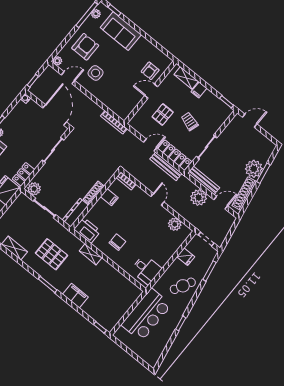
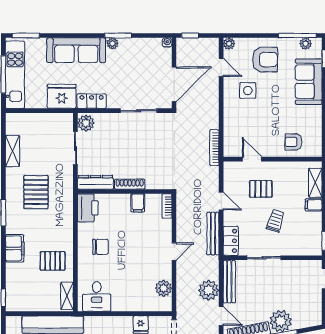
door: (151, 91) -> (252, 159), moved
locker: (175, 155) -> (231, 241), width x0.66
shelving: (91, 254) -> (67, 296), moved
pallet: (102, 279) -> (53, 261), added

